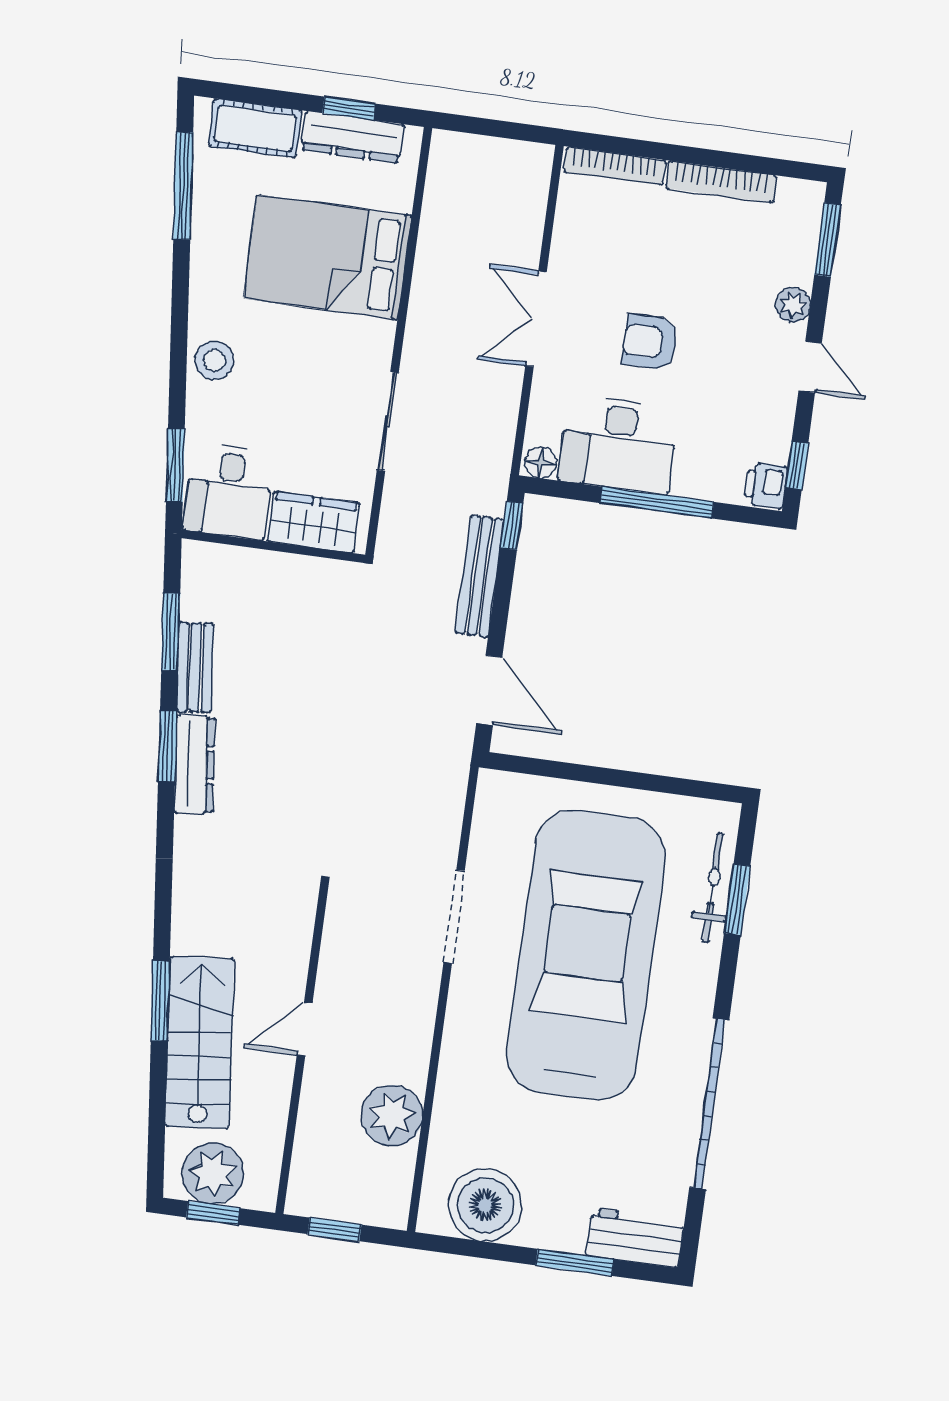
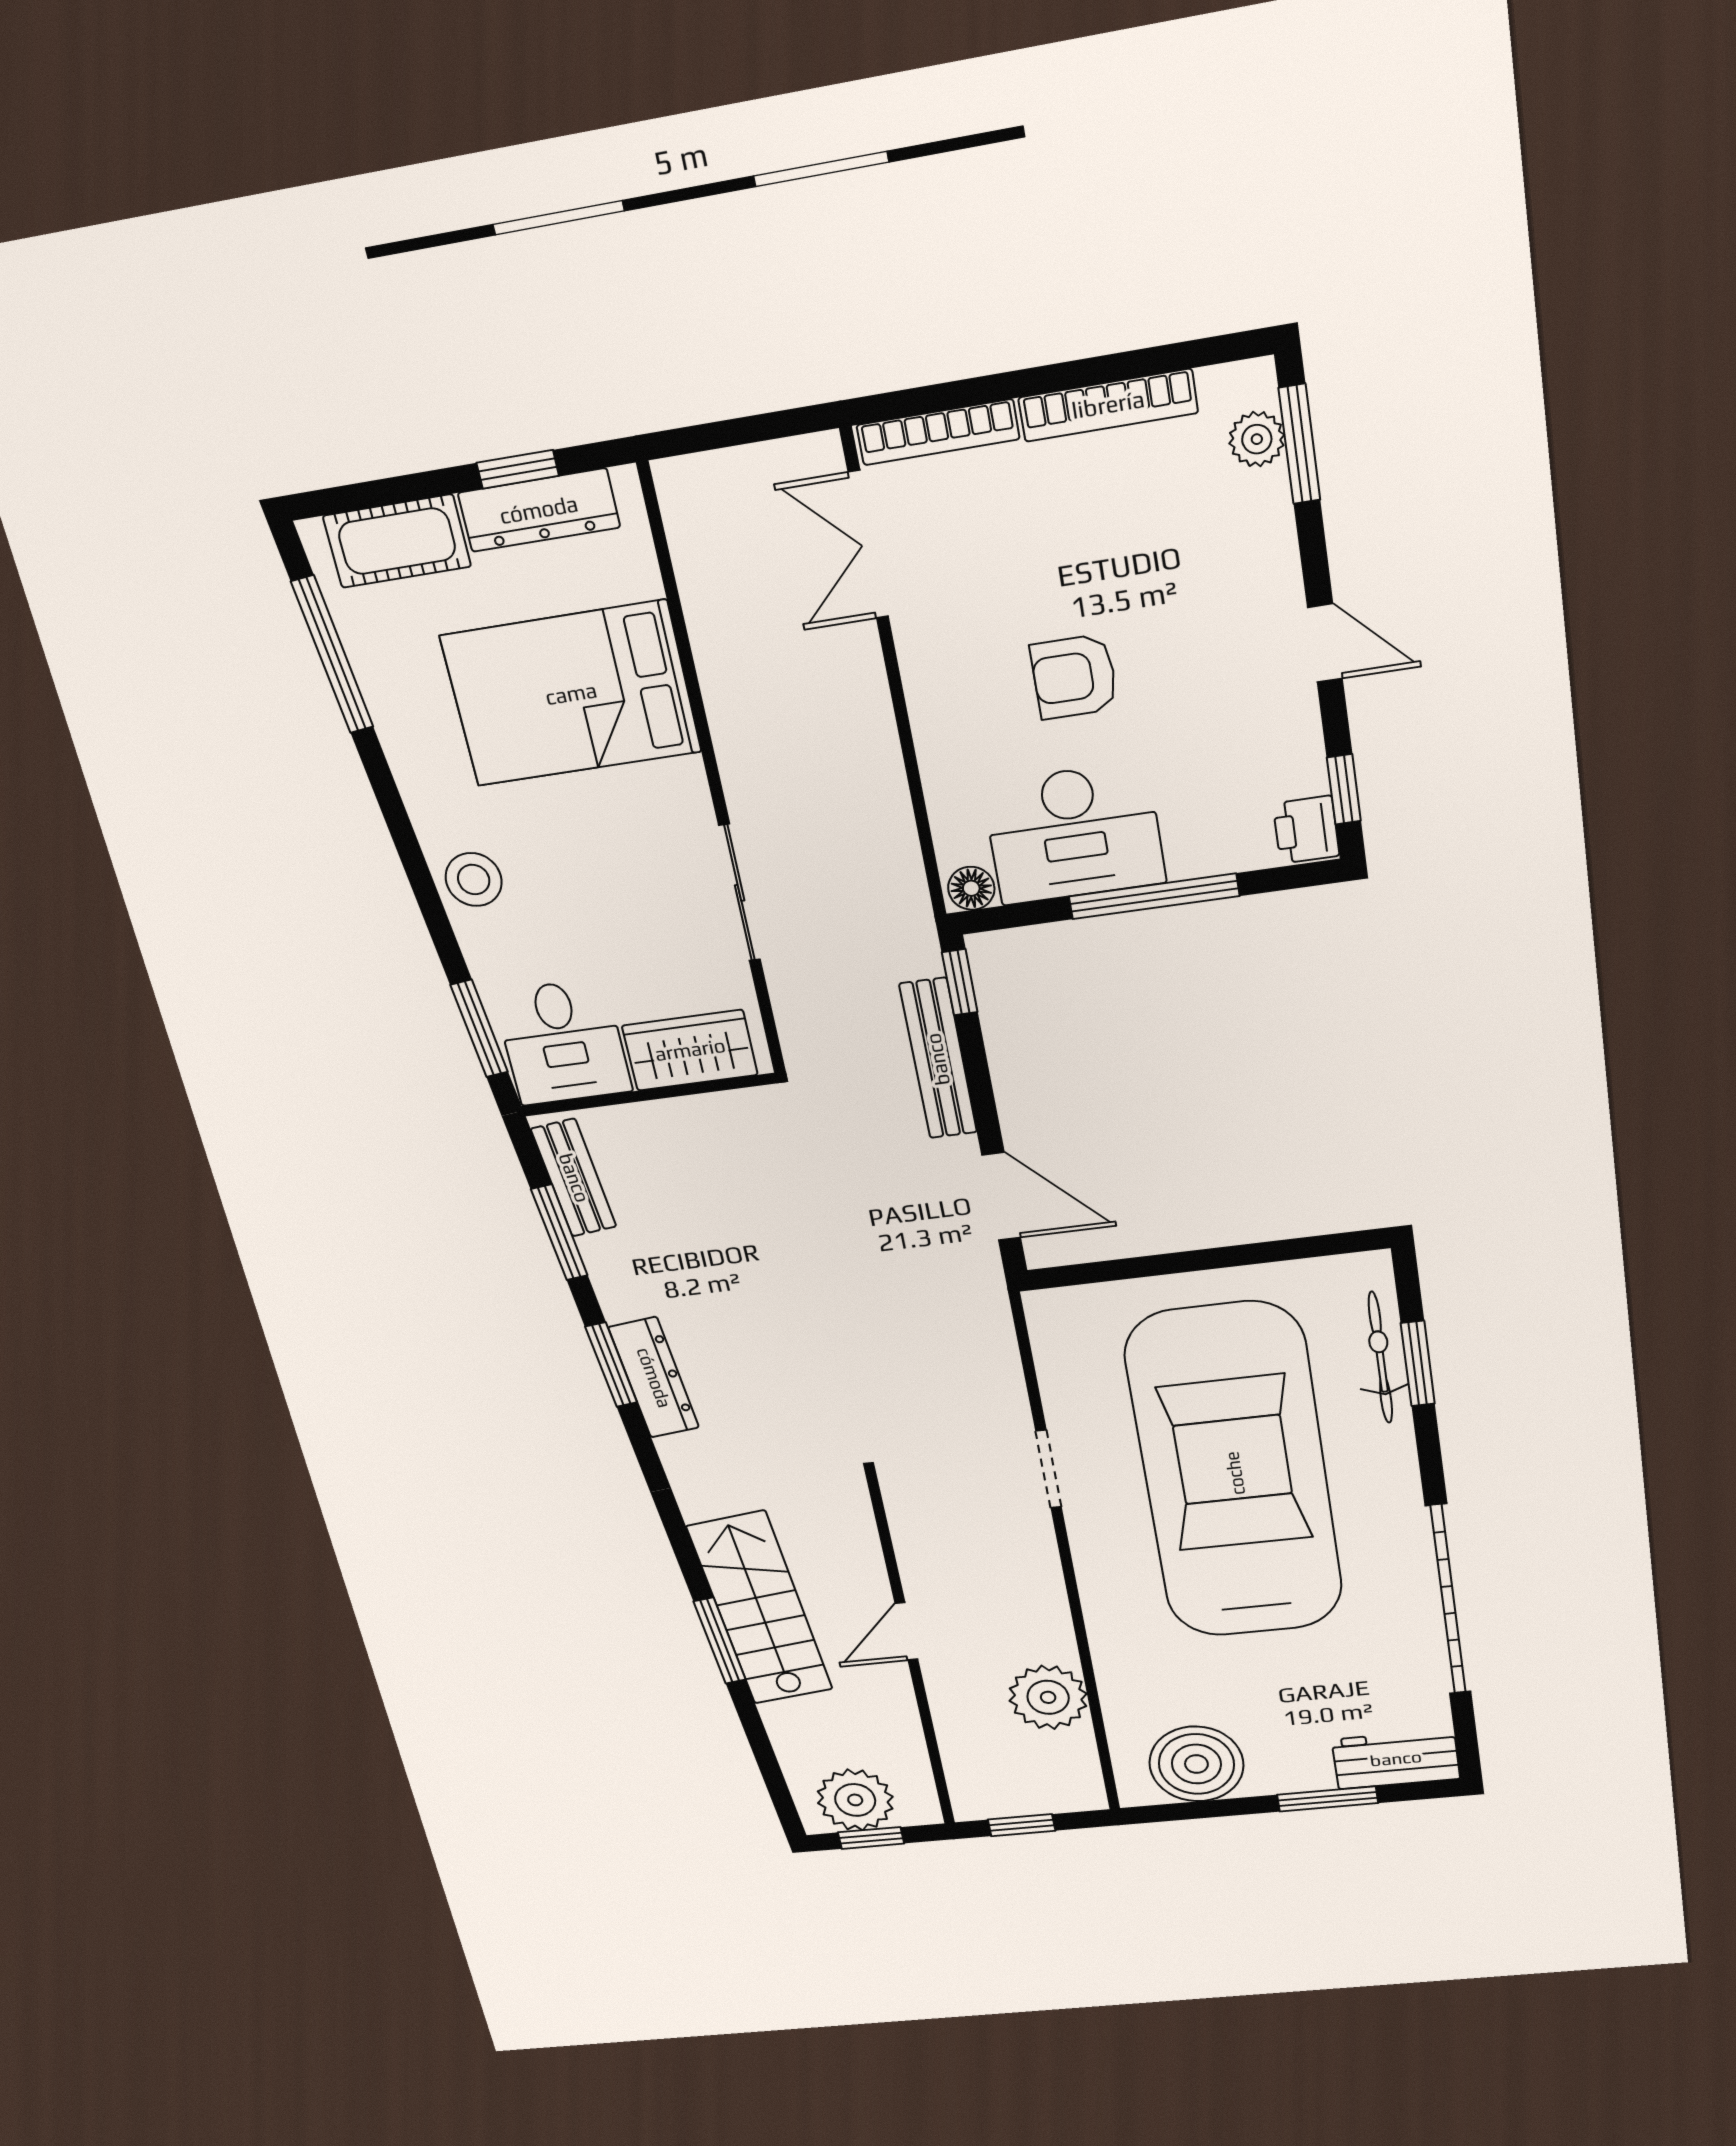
plant: (793, 305) -> (1257, 439), moved
double door: (536, 319) -> (868, 545), moved
bench: (195, 667) -> (574, 1178), moved
doorway: (454, 917) -> (1049, 1469), width x0.73
stairs: (200, 1042) -> (760, 1608), moved

